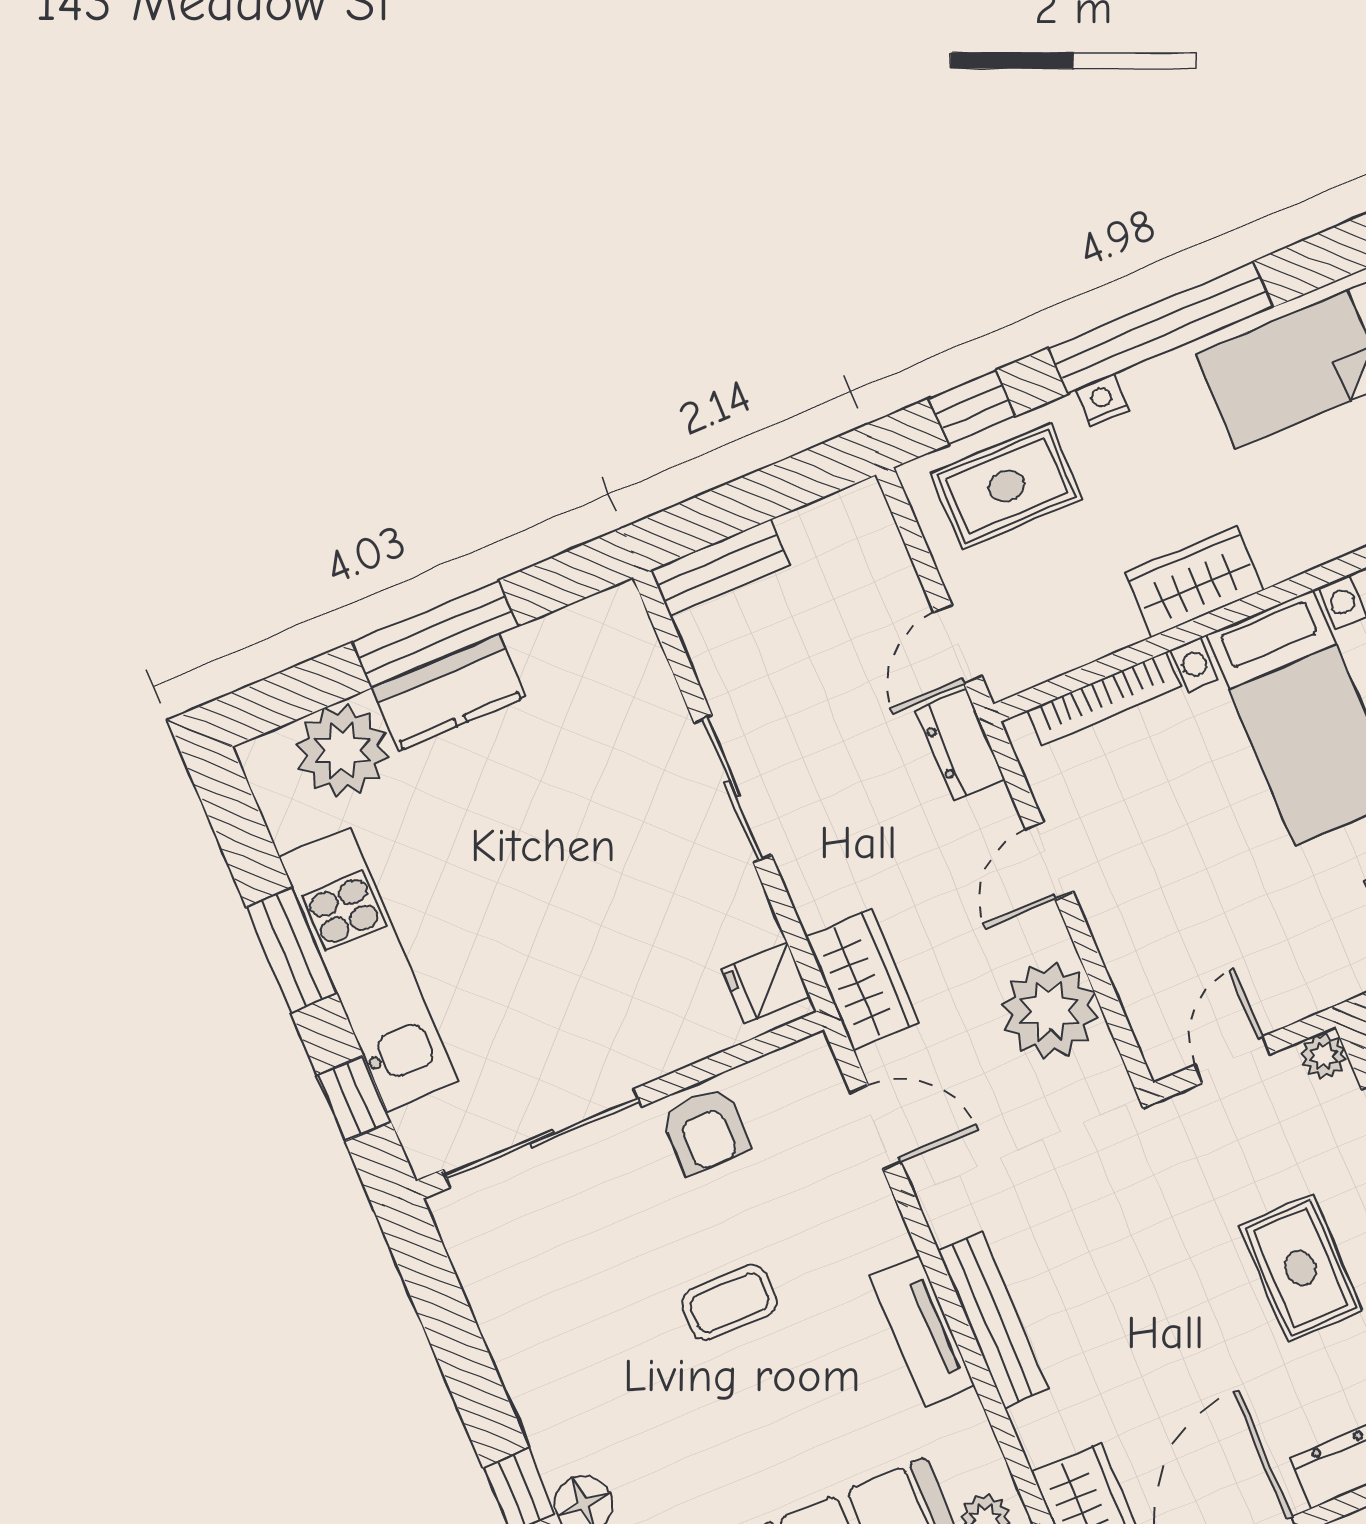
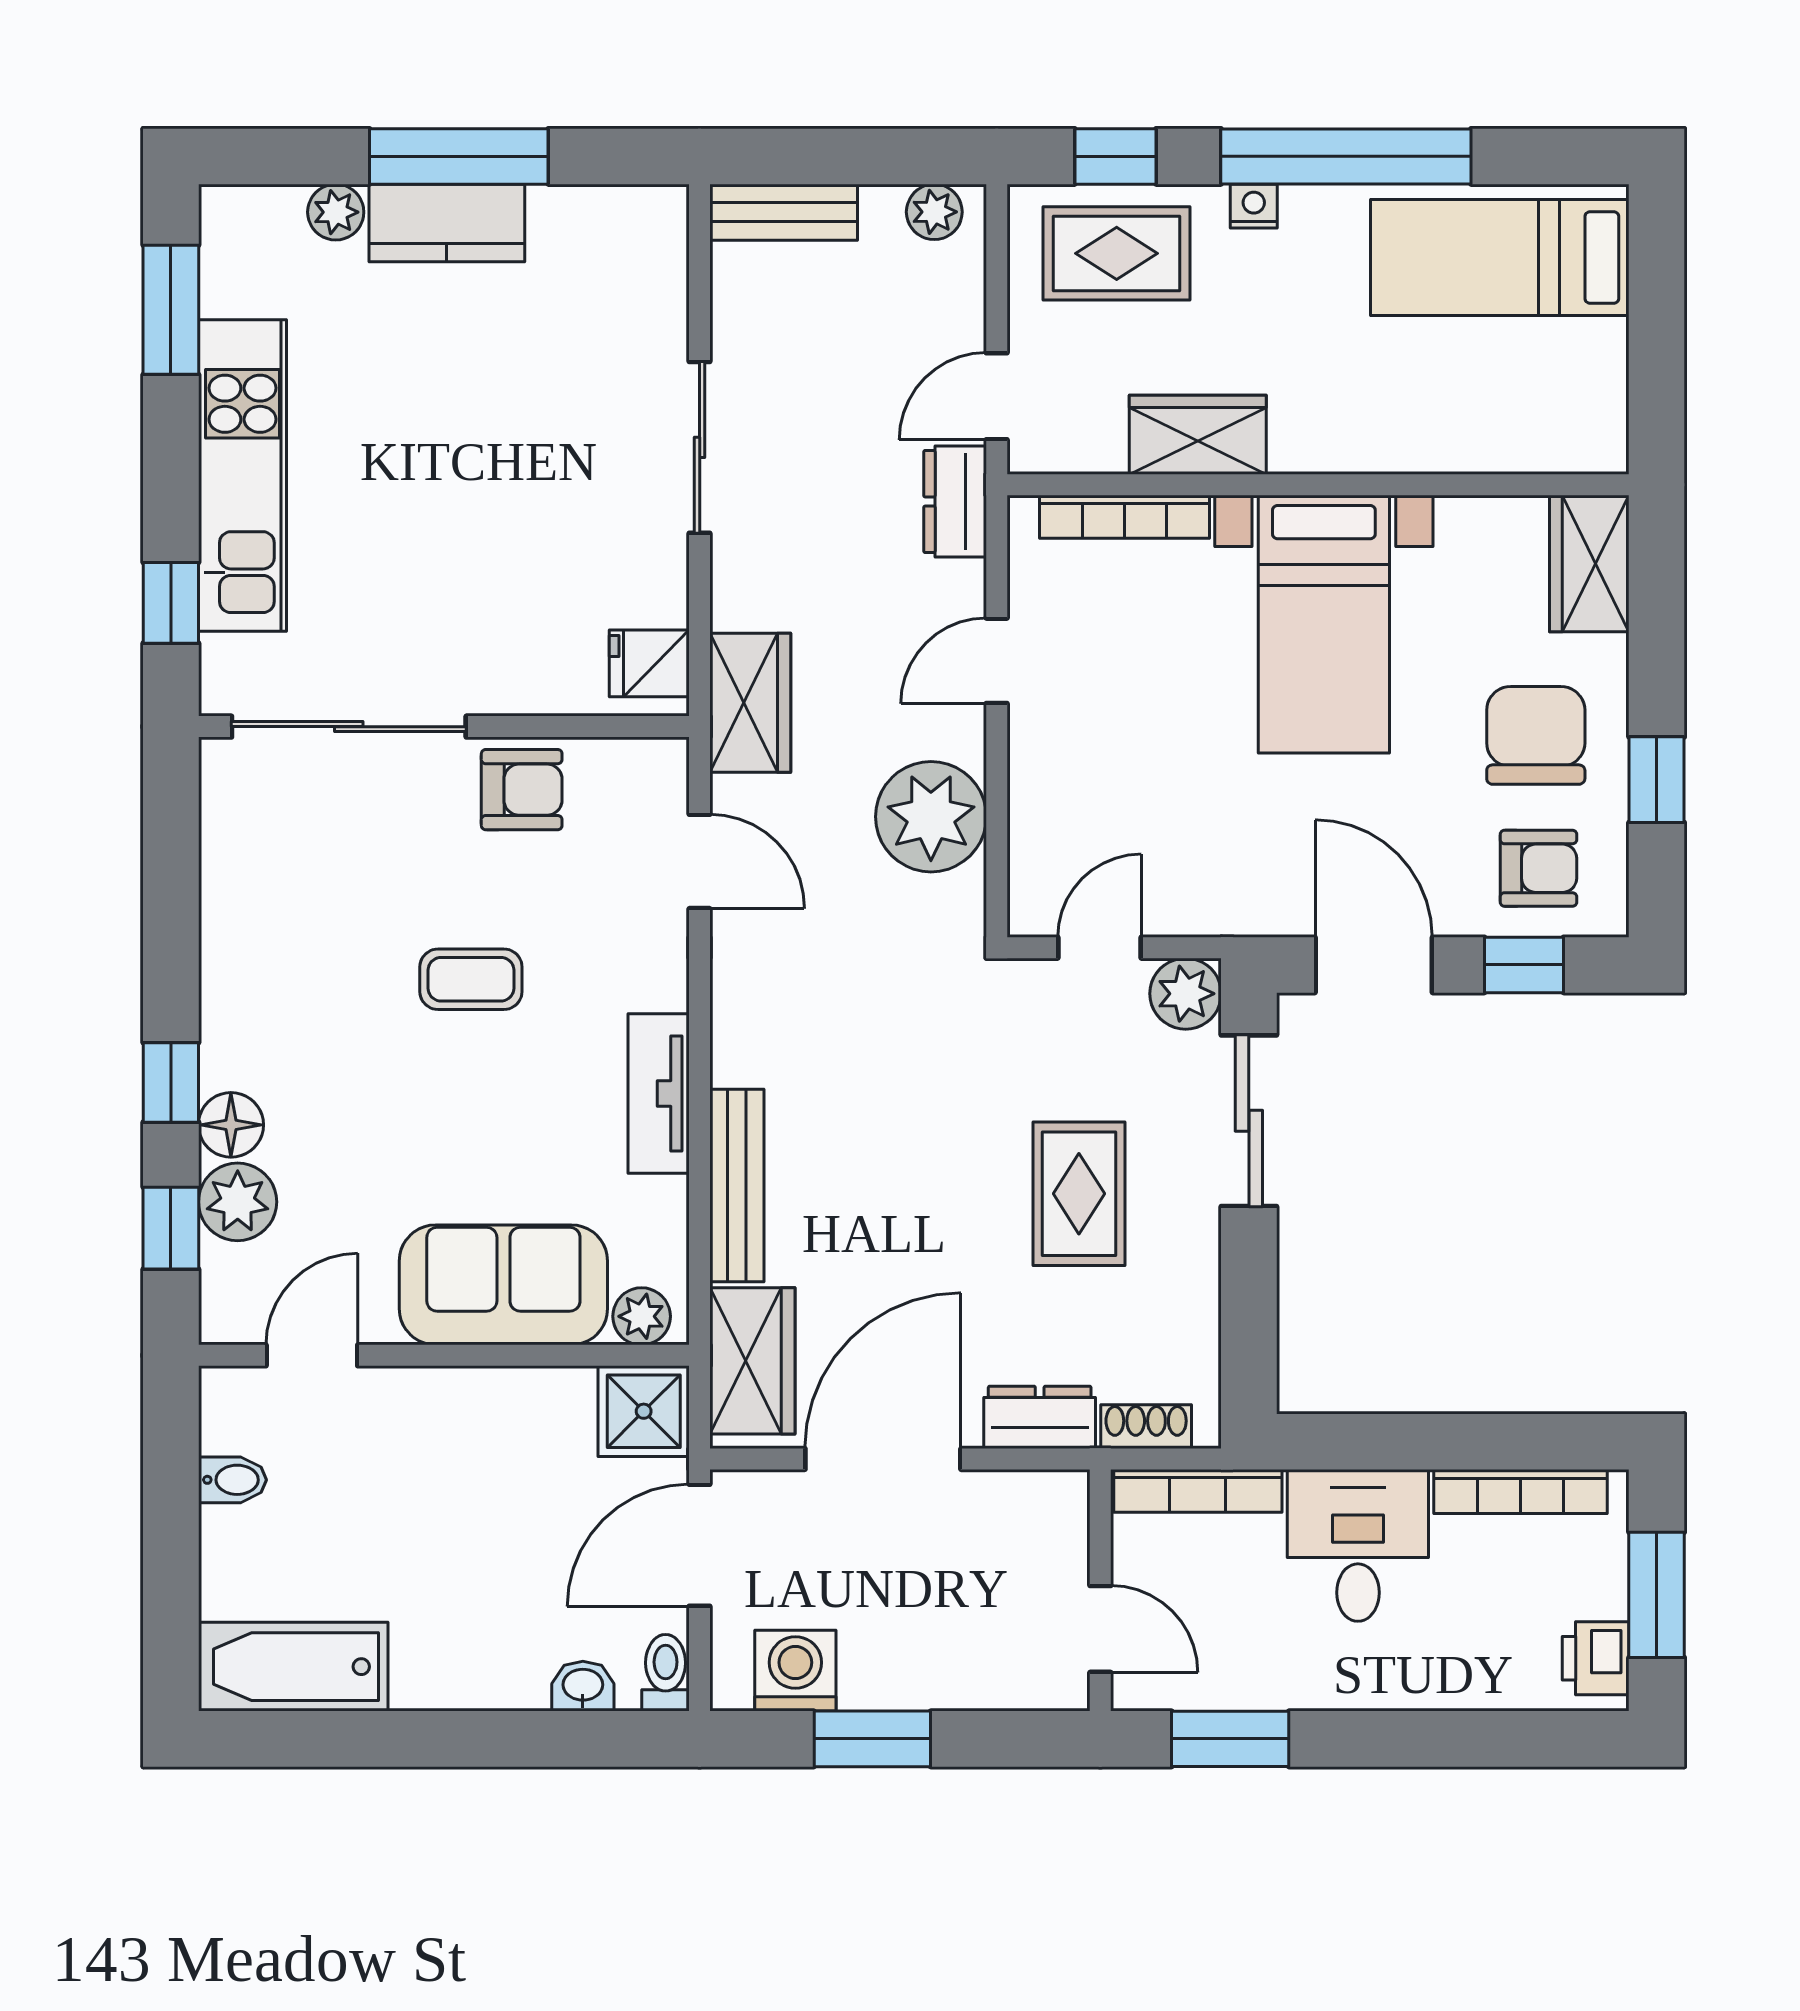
plant: (843, 515) -> (934, 212), added
wardrobe: (1194, 582) -> (1198, 435), moved
plant: (342, 751) -> (336, 212), width x0.53, depth x0.53
window: (291, 950) -> (171, 310), moved
plant: (1323, 1056) -> (1186, 994), width x1.38, depth x1.38
armchair: (705, 1130) -> (522, 790), turned -90
bench: (993, 1320) -> (737, 1186), moved

